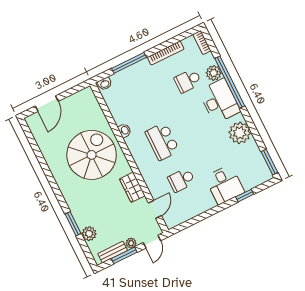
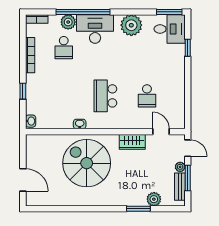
window: (129, 63) -> (23, 91), width x0.46
school desk: (162, 141) -> (105, 96), turned 90
desk: (225, 185) -> (170, 29), moved

